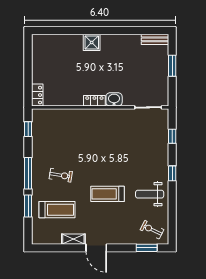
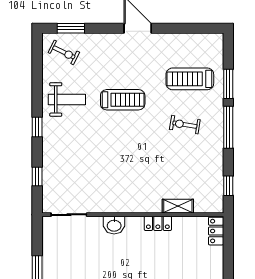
locker: (94, 101) -> (158, 223), moved
shelving: (73, 239) -> (178, 206), moved

